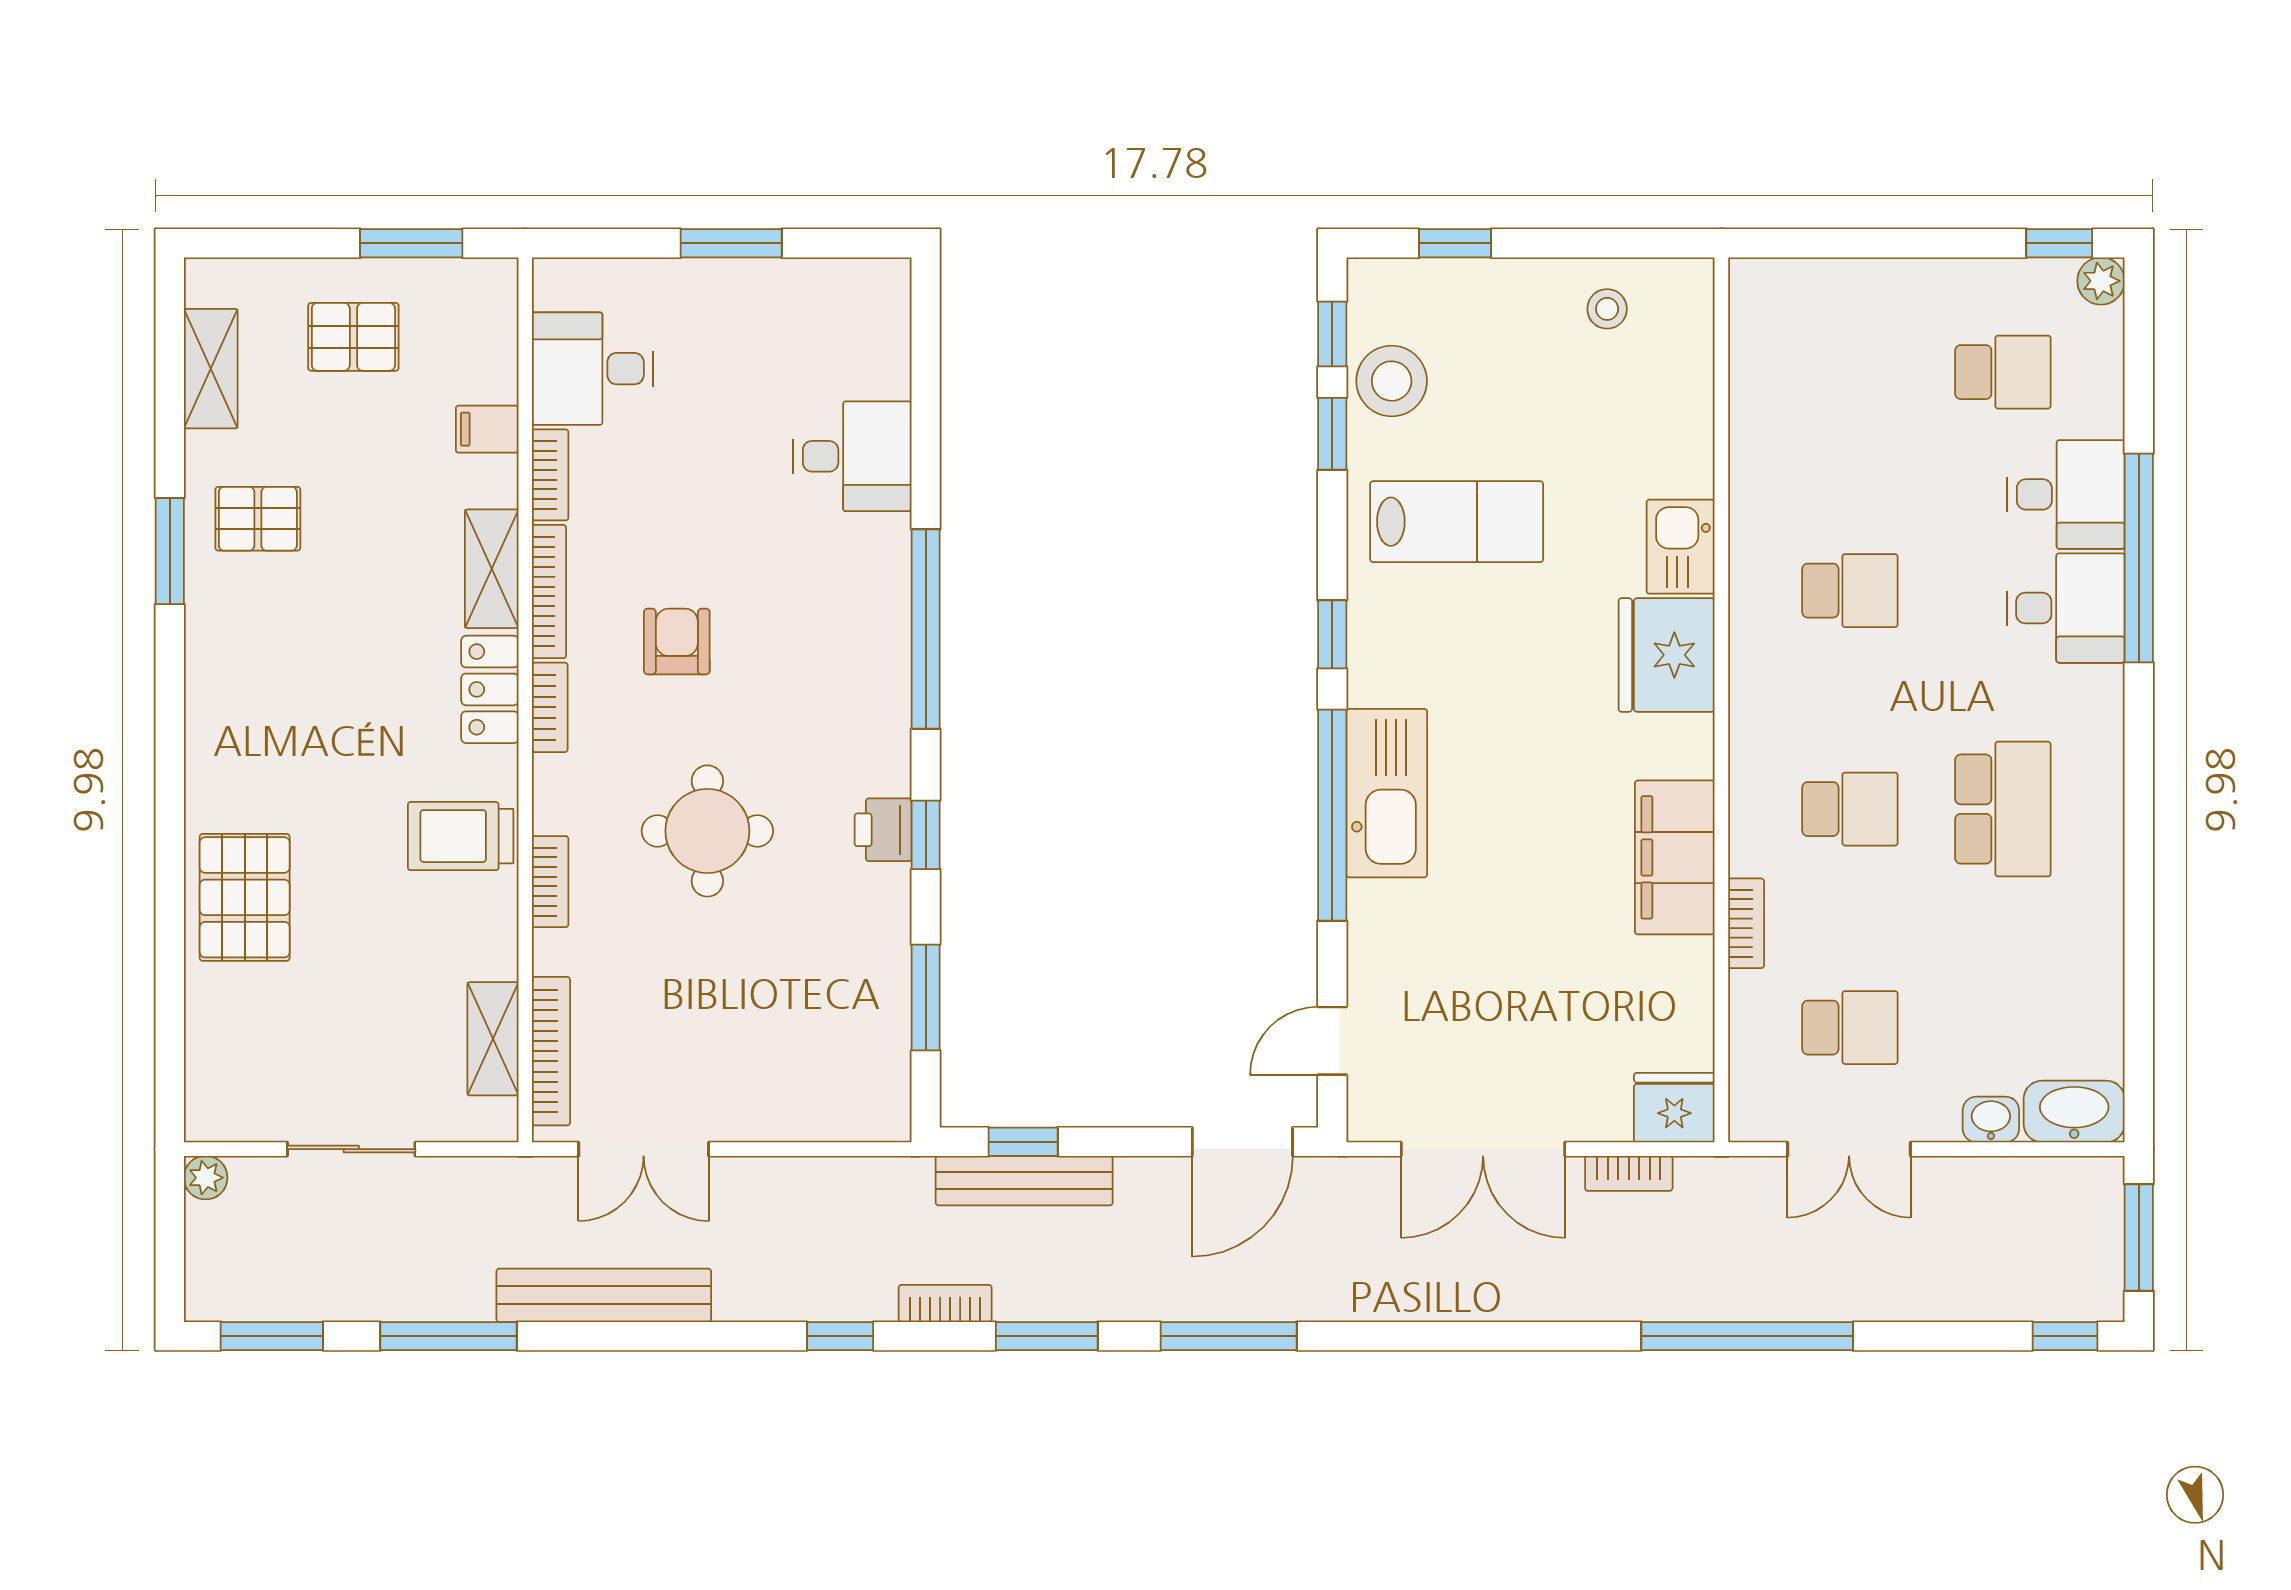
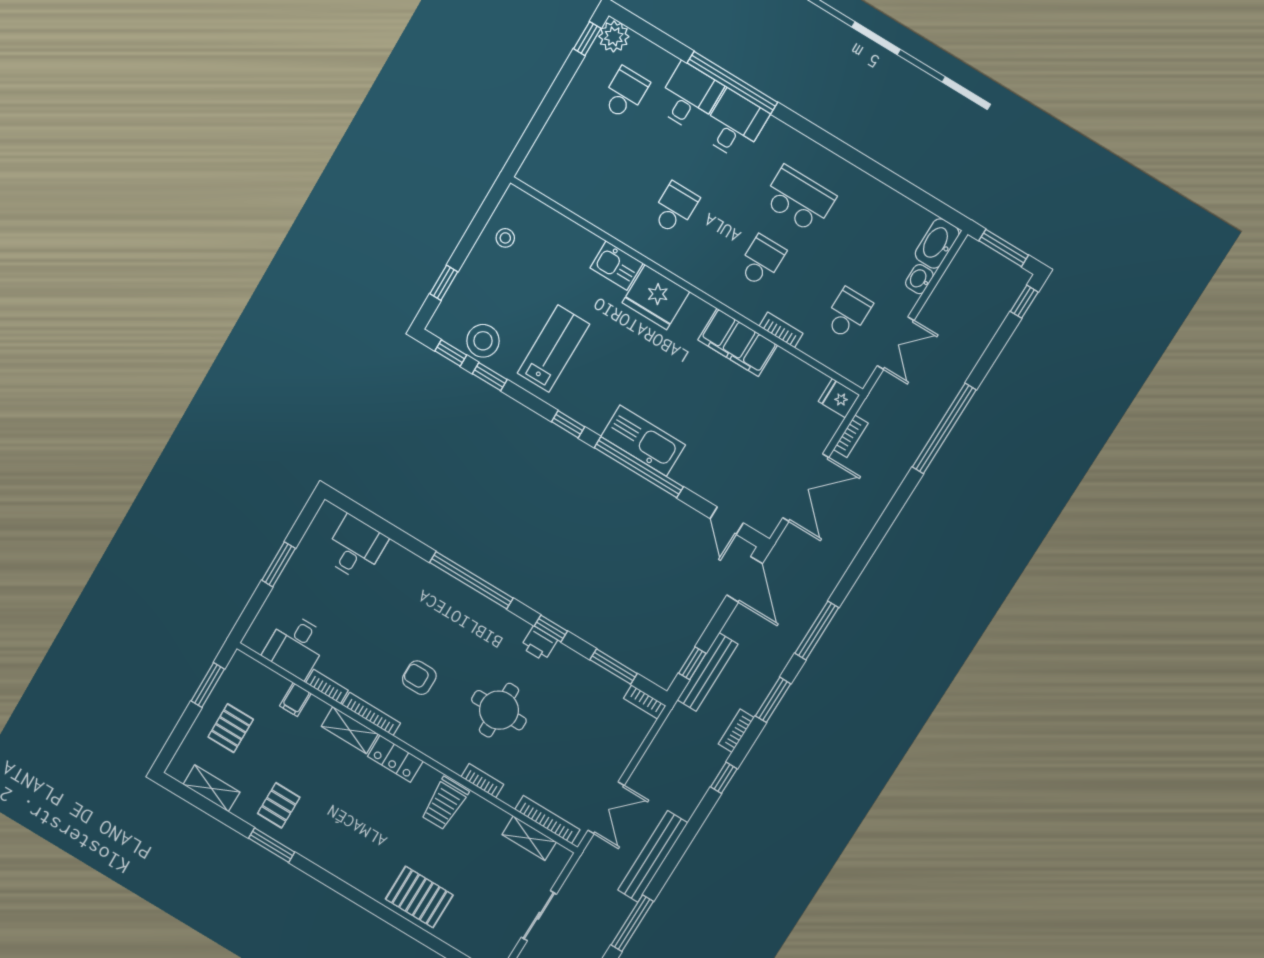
plant: (2101, 281) -> (614, 36), width x1.38, depth x1.38
desk: (852, 456) -> (355, 548), moved
bookcase: (550, 707) -> (645, 702), moved, turned 180
fridge: (1674, 1108) -> (839, 398), width x0.72

